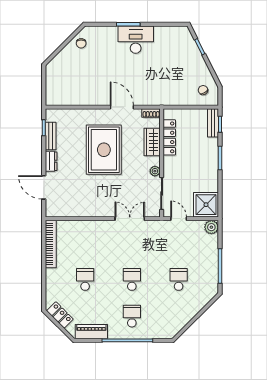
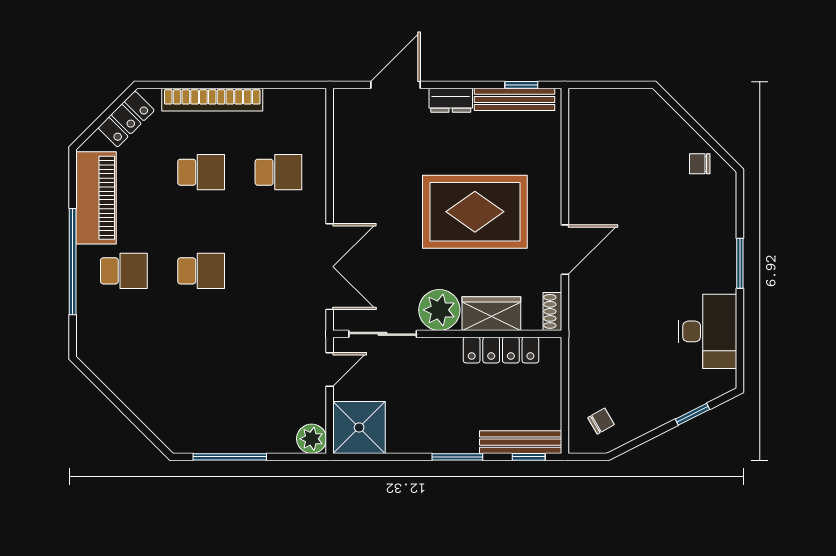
desk: (136, 40) -> (707, 331), moved
bench: (213, 123) -> (521, 442), width x1.36
bench: (51, 136) -> (515, 99), width x1.36
plant: (155, 171) -> (439, 310), width x1.88, depth x1.88
double door: (130, 219) -> (330, 267), width x1.37
bookcase: (51, 244) -> (212, 100), moved
school desk: (179, 279) -> (278, 172), moved
piano: (91, 332) -> (96, 198), width x1.37, depth x1.33

